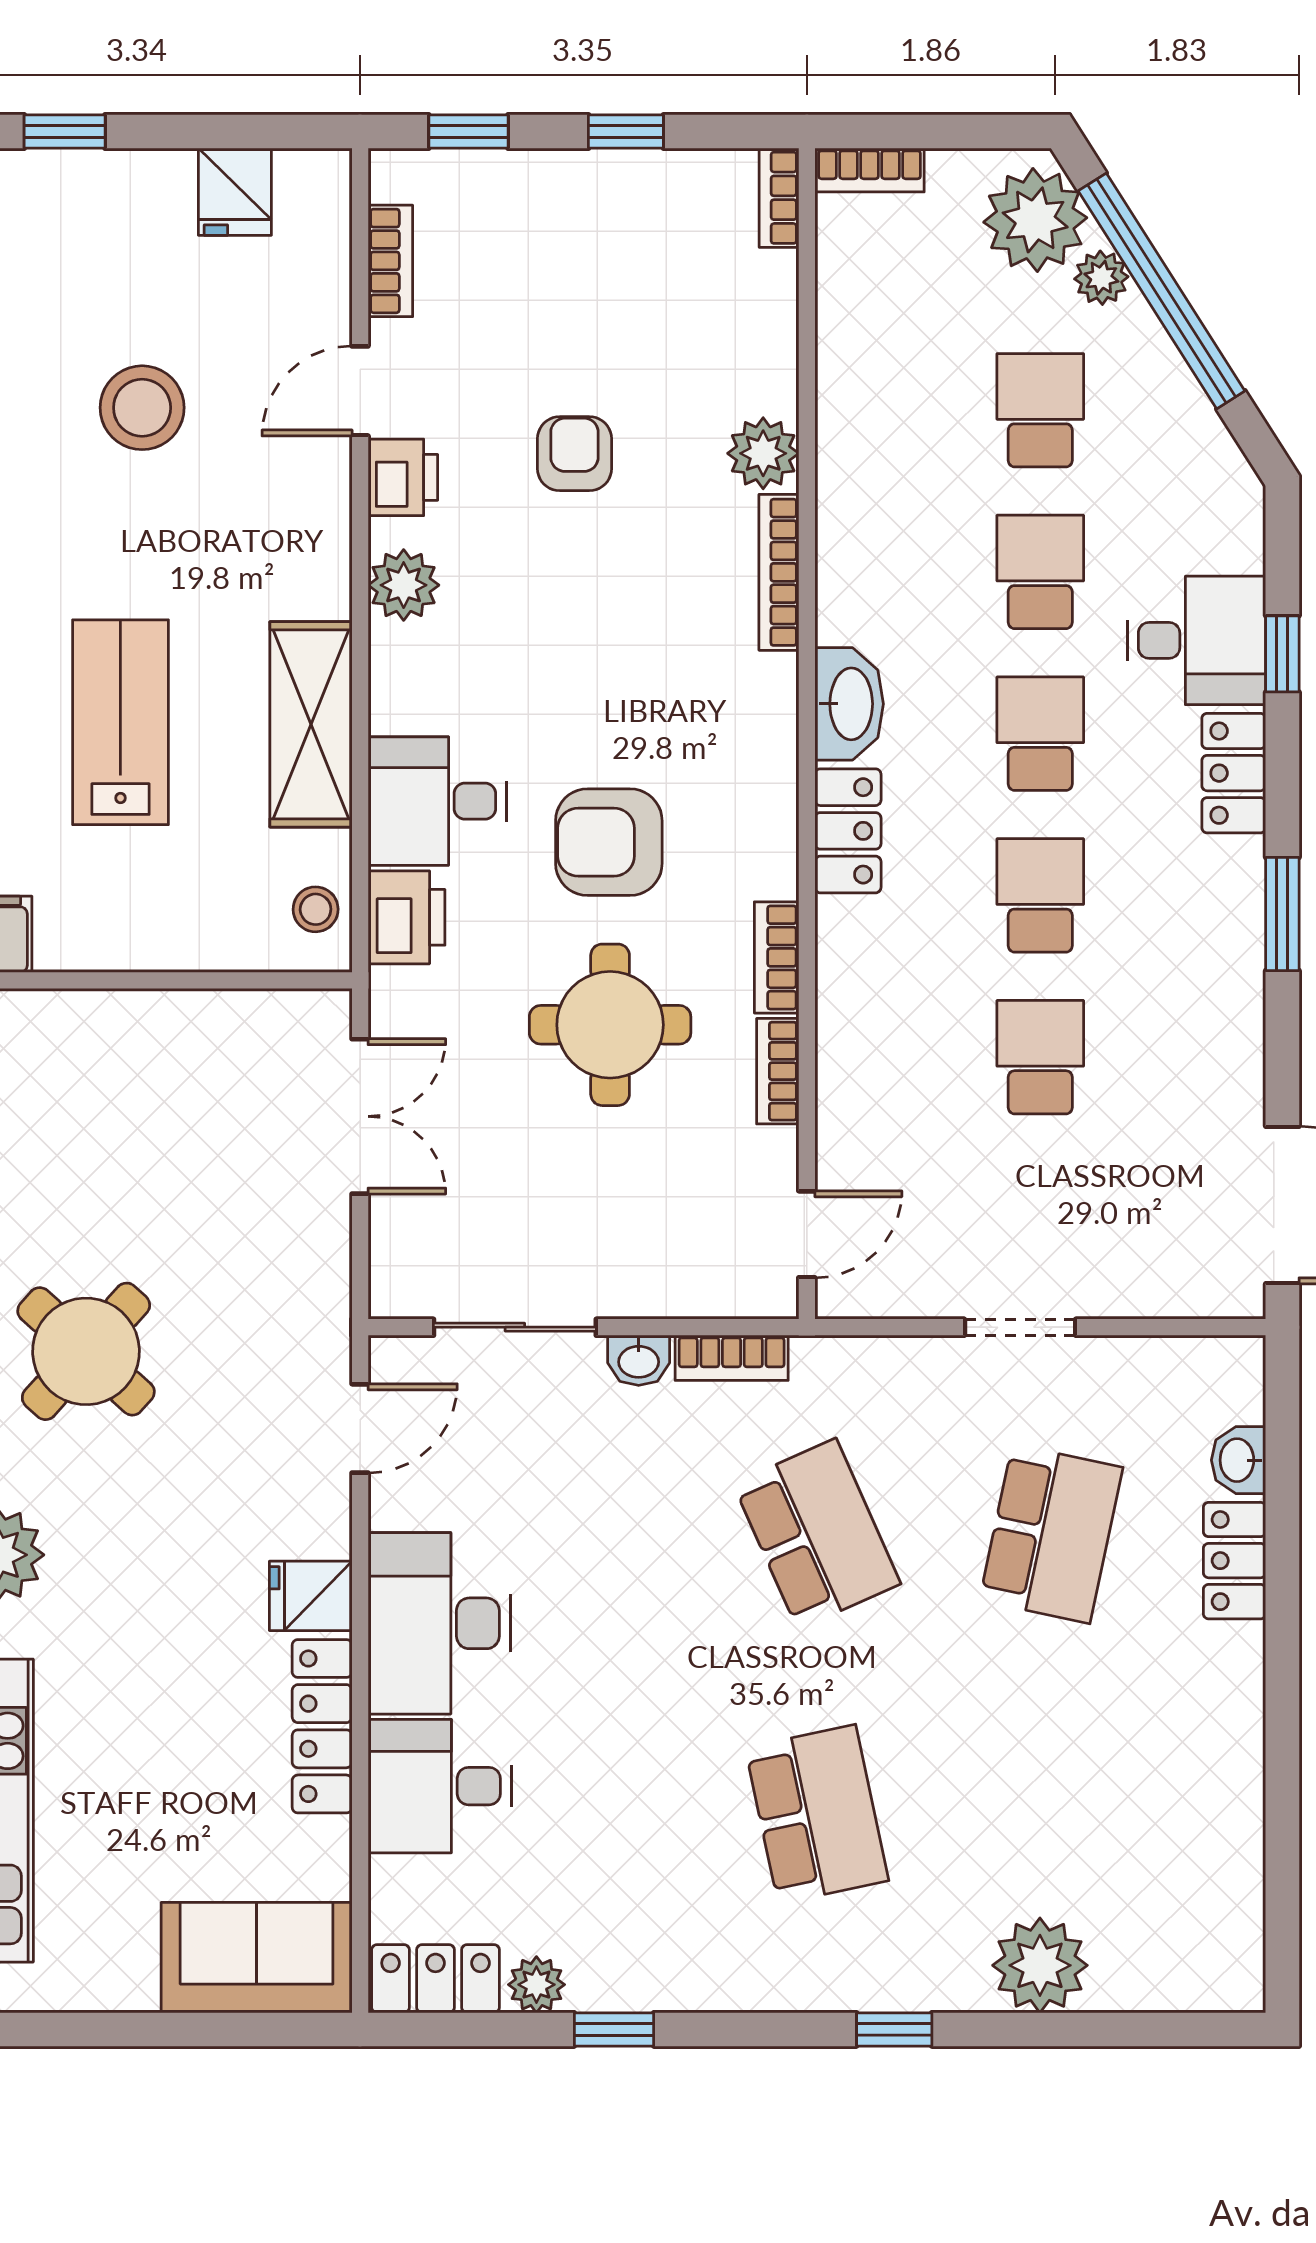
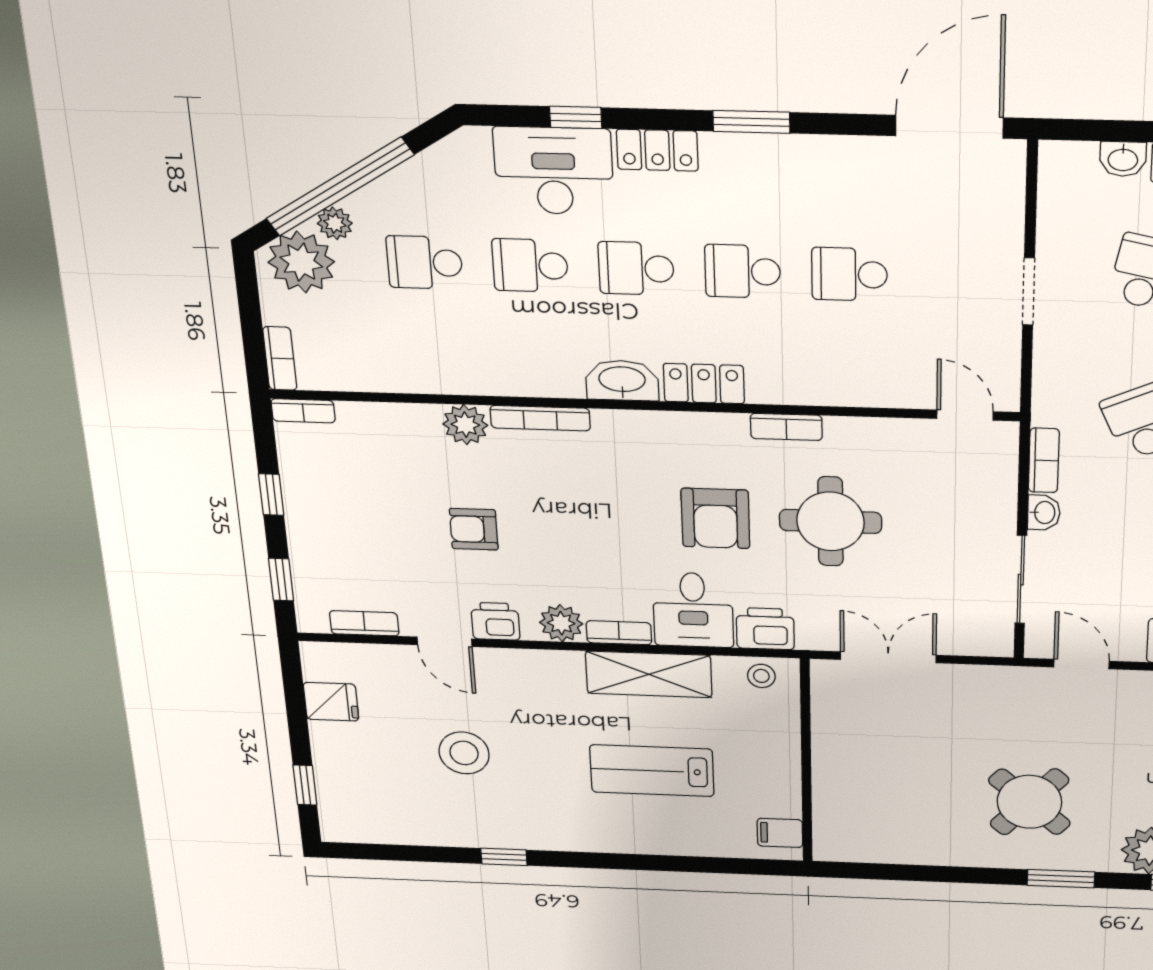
desk: (1196, 640) -> (554, 171), width x1.37
bookcase: (778, 1071) -> (619, 633), moved, turned 180

